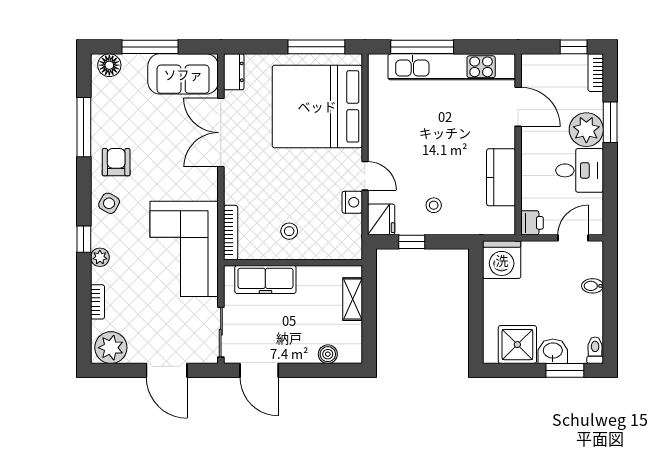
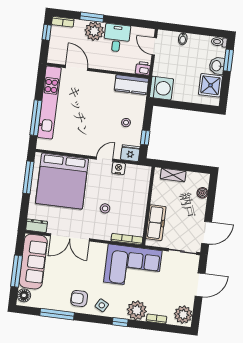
sofa: (183, 74) -> (33, 262), width x1.36
door: (518, 107) -> (77, 68), hinge flipped
kitchen counter: (501, 177) -> (131, 85), moved
stool: (289, 231) -> (105, 208), moved
plant: (100, 257) -> (137, 310), width x1.88, depth x1.88

